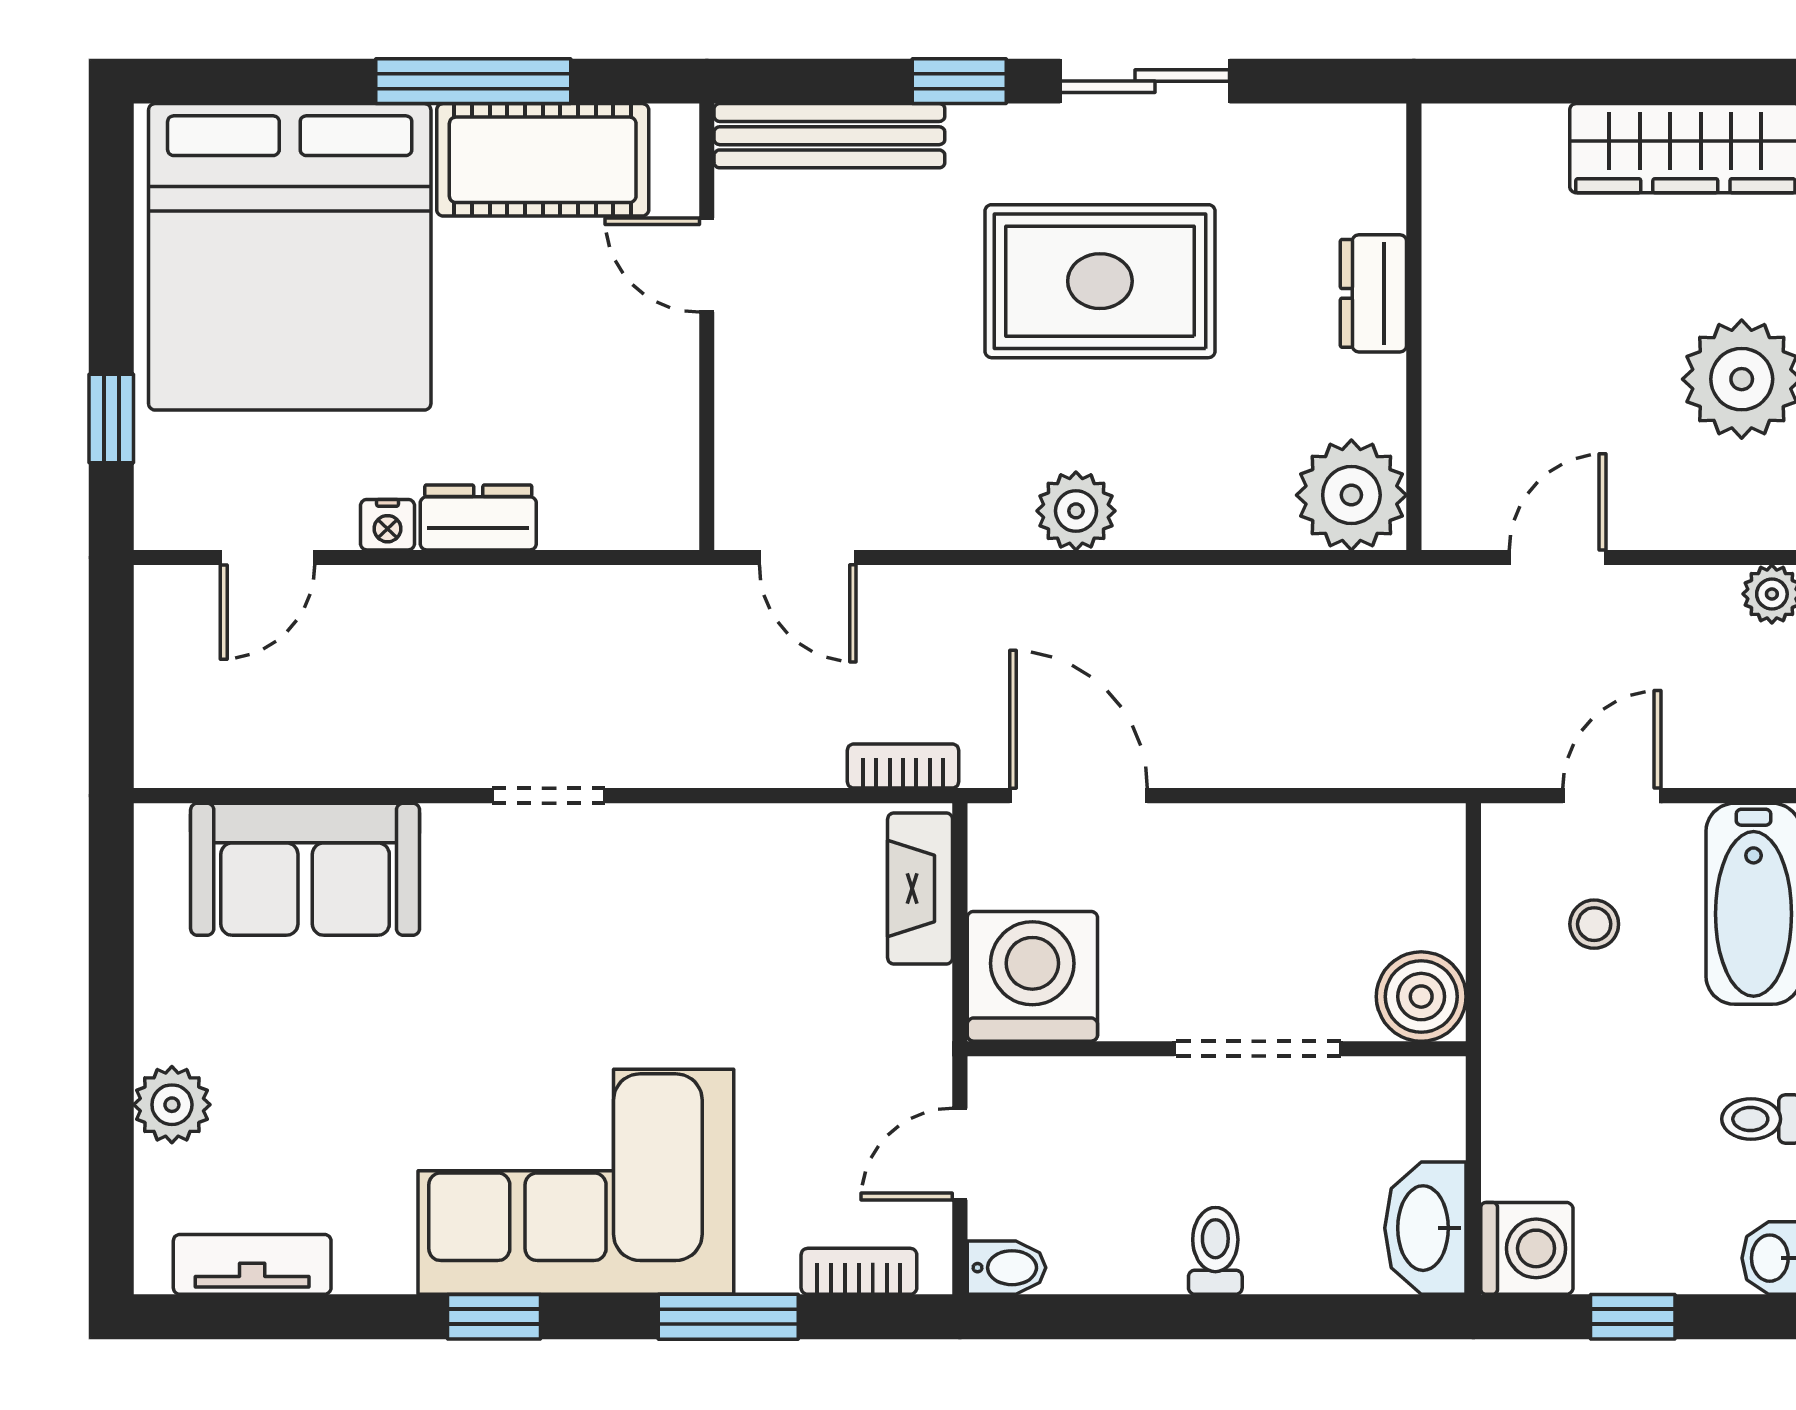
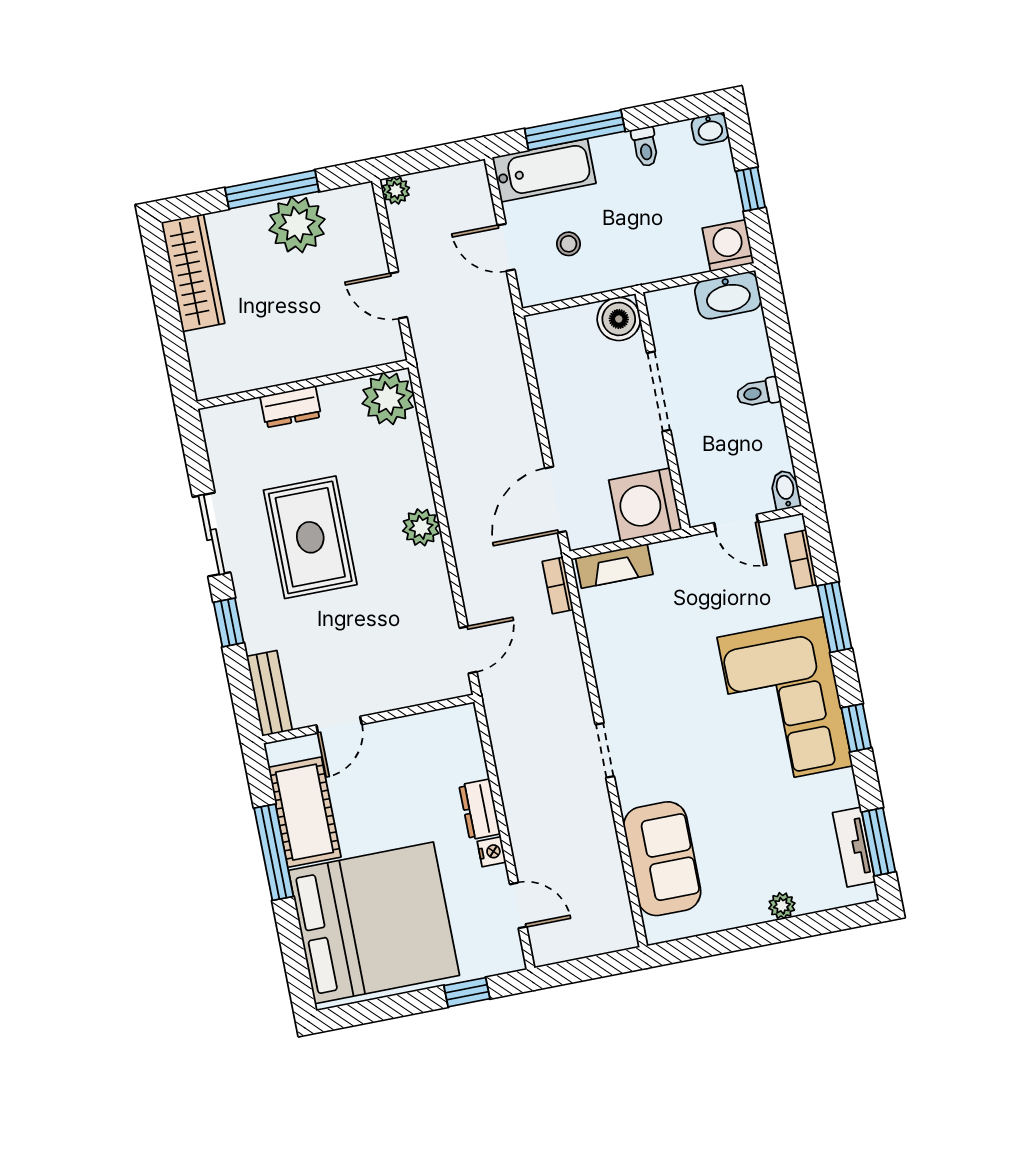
bench: (829, 136) -> (269, 693), width x0.73
plant: (172, 1105) -> (782, 906), width x0.73, depth x0.73
window: (253, 1317) -> (879, 842), added

